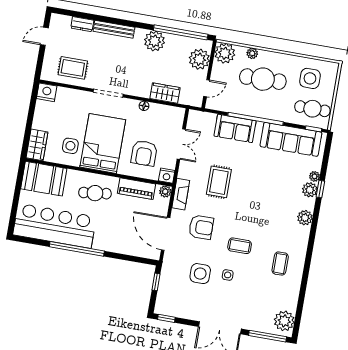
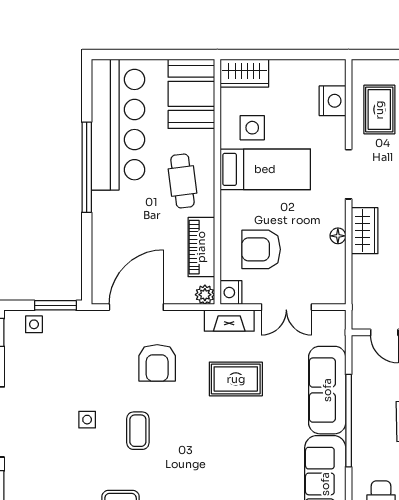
nightstand: (47, 92) -> (332, 101), moved
wardrobe: (165, 93) -> (365, 231), moved
sofa: (235, 128) -> (327, 390), width x1.36
bed: (103, 143) -> (265, 169), width x0.67
fireplace: (181, 194) -> (229, 321), moved
side table: (200, 274) -> (34, 324), moved, width x0.54, depth x0.54
window: (156, 282) -> (55, 305), width x1.50

